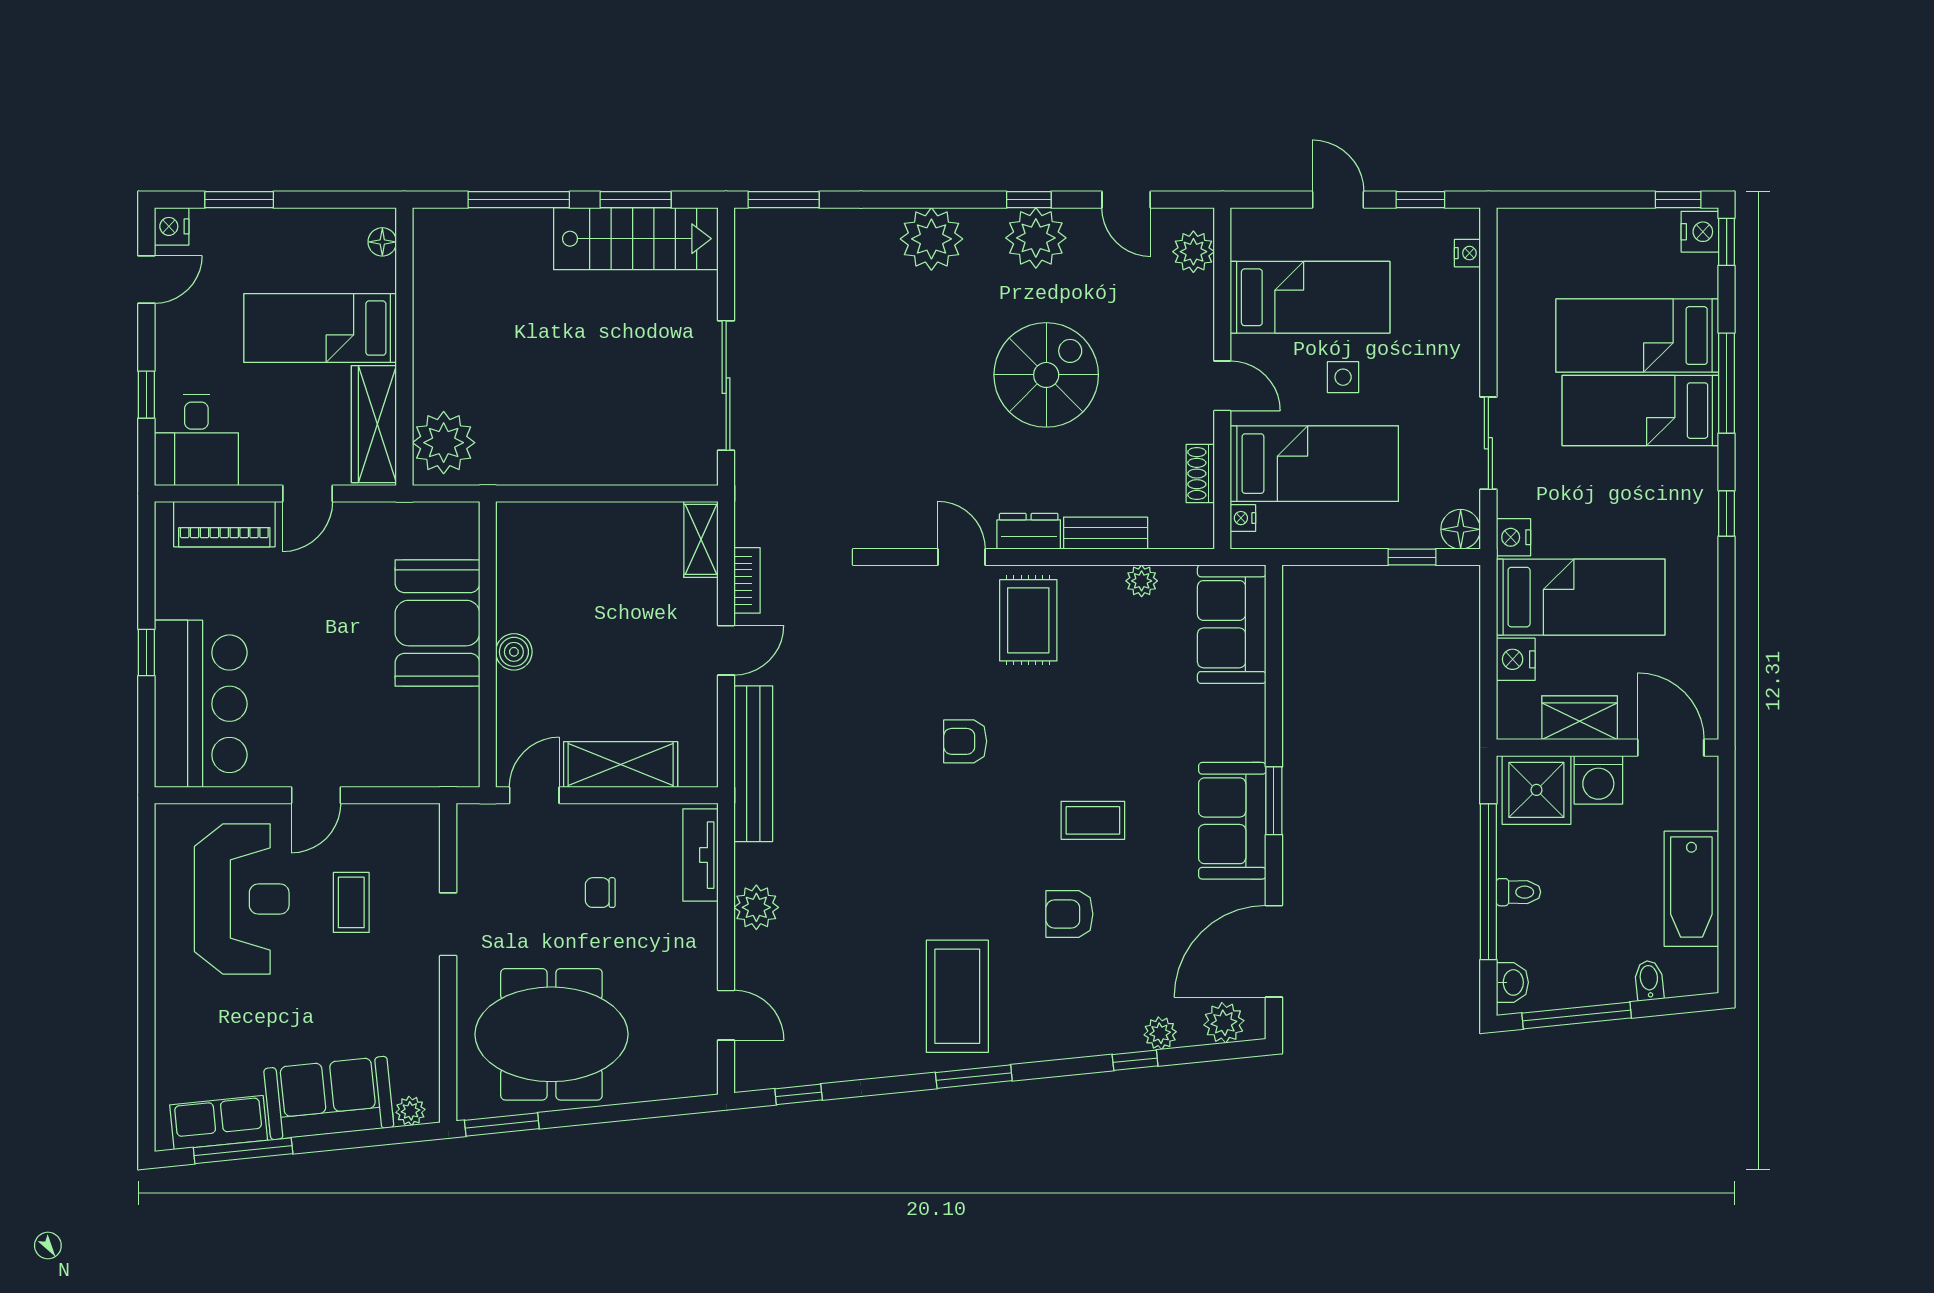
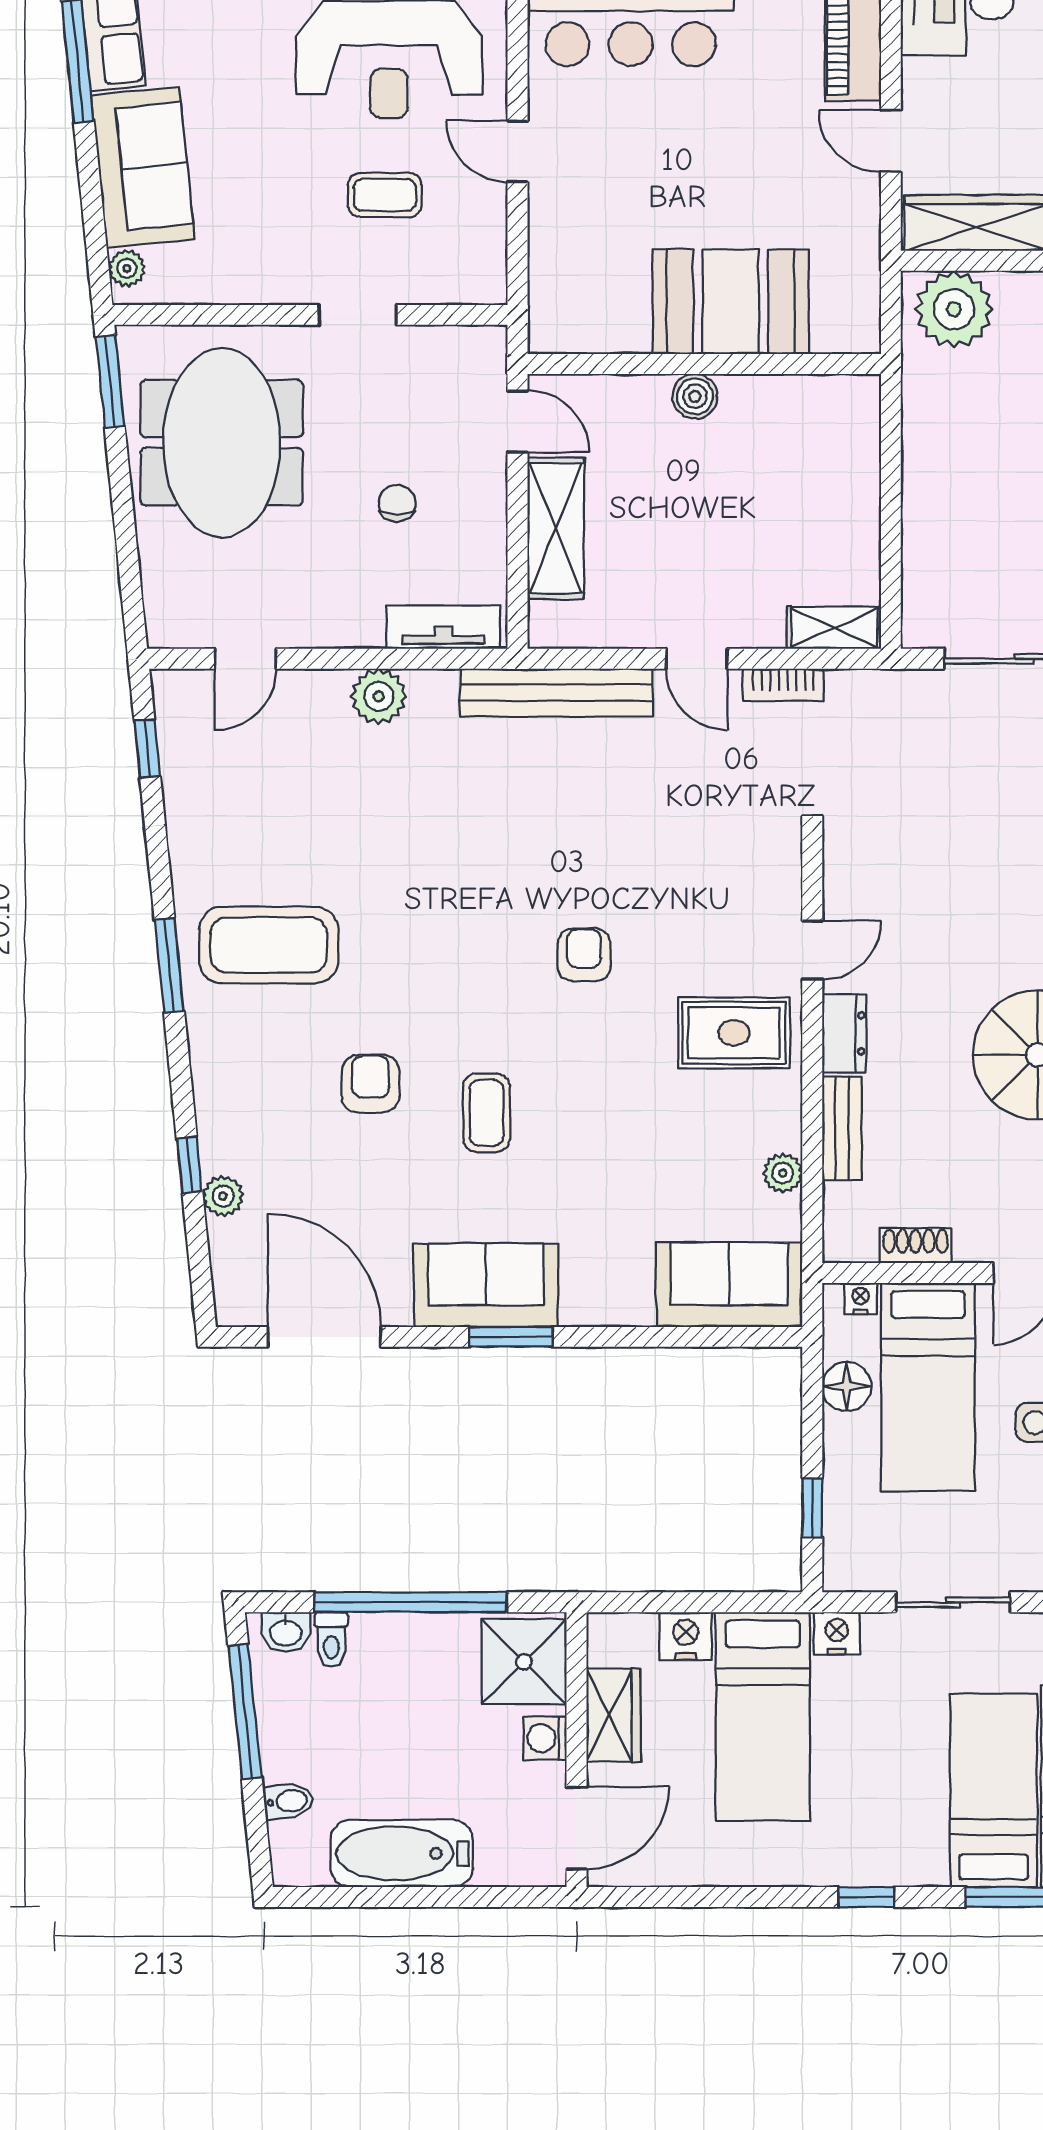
floor lamp: (1461, 529) -> (847, 1387), moved
washing machine: (1598, 780) -> (545, 1738), width x0.73, depth x0.73
toilet: (1518, 892) -> (331, 1639), moved
plant: (1224, 1023) -> (236, 1275), removed

